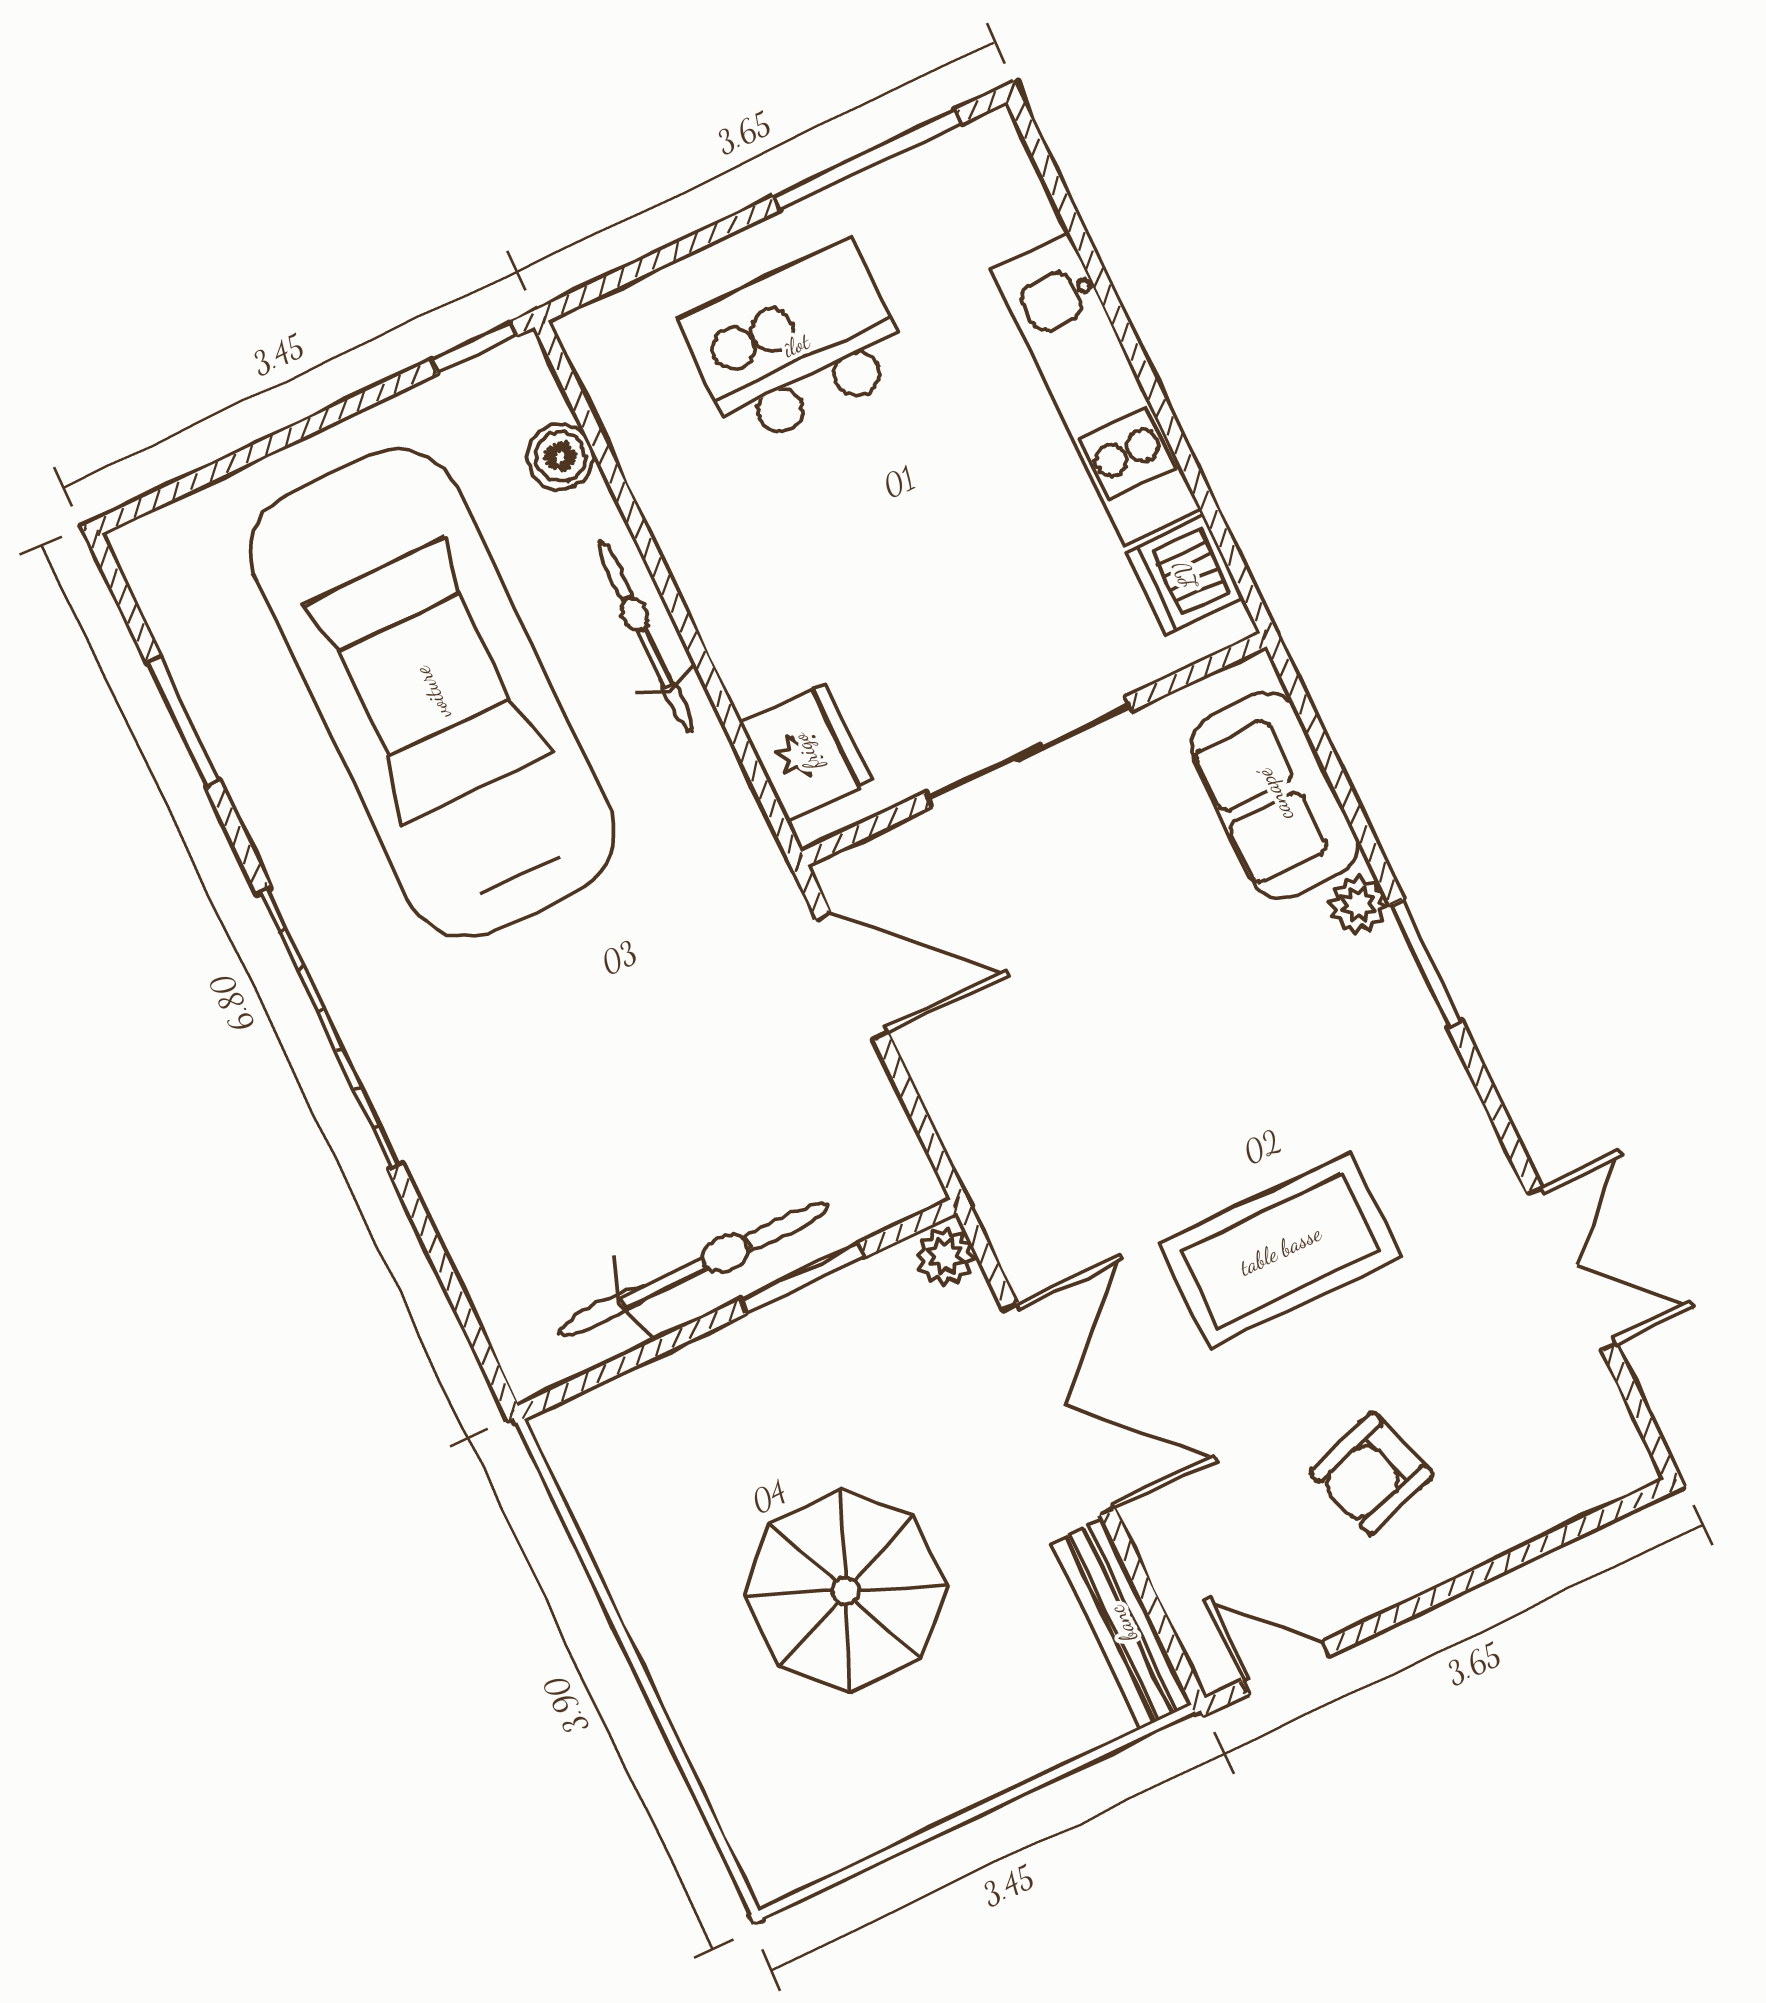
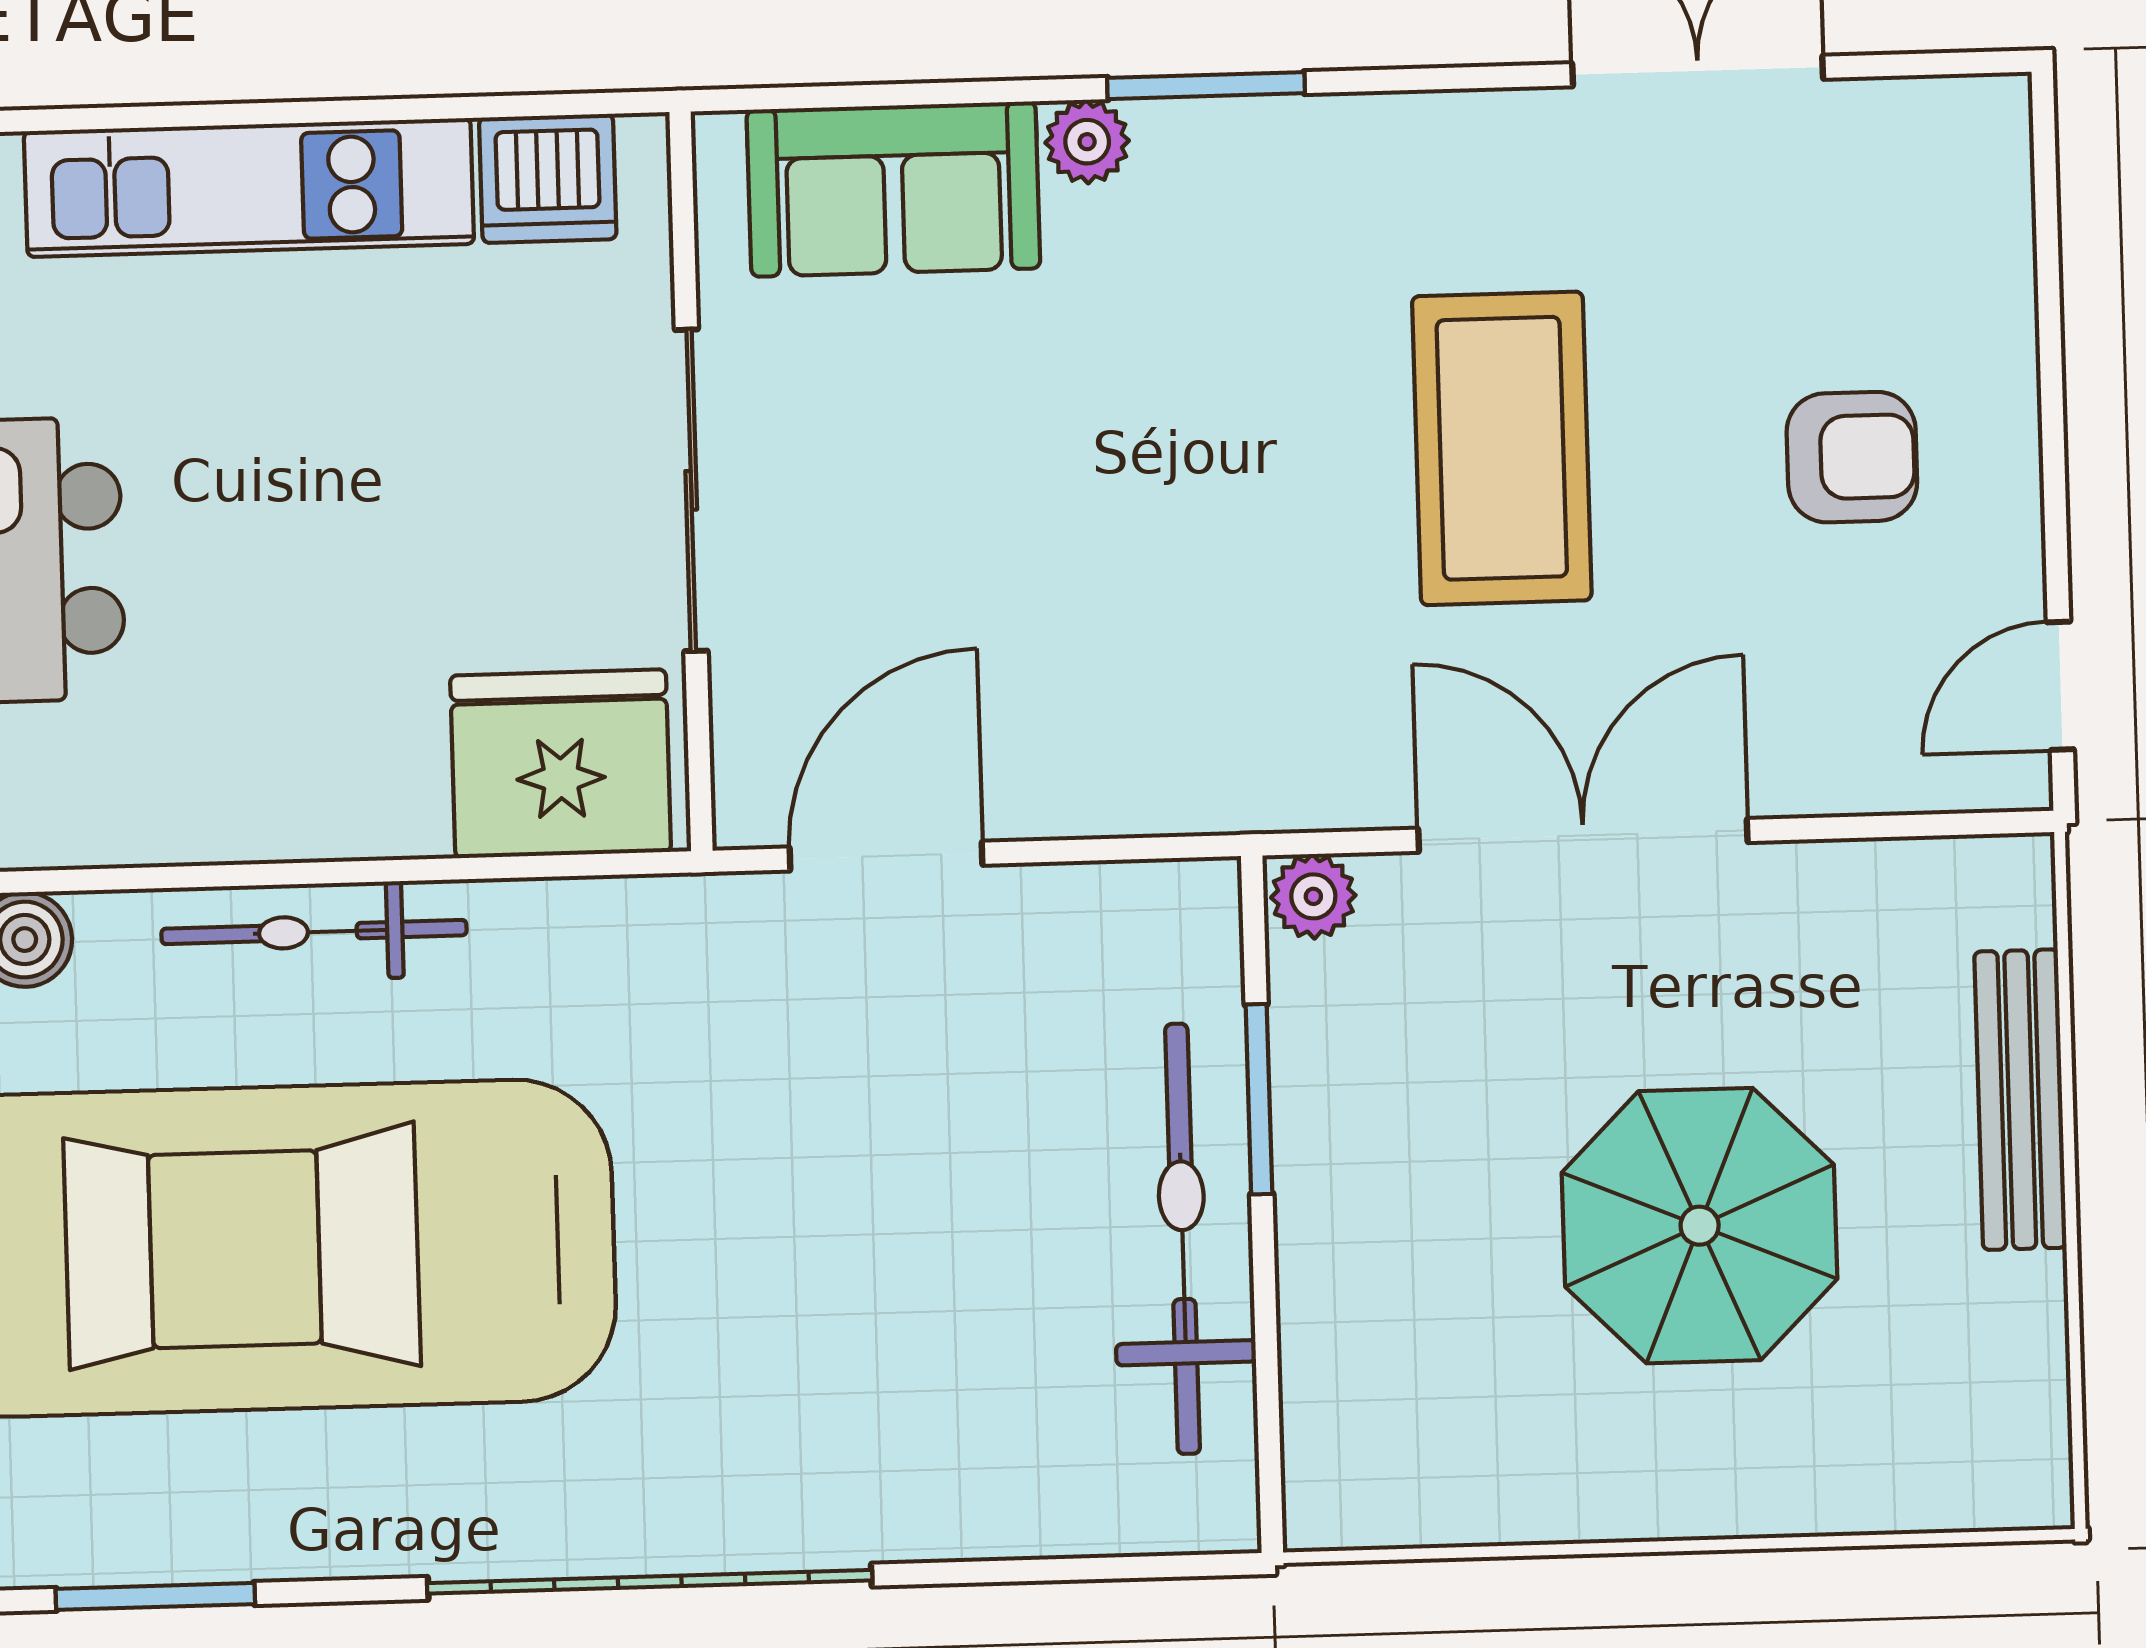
fridge: (806, 752) -> (561, 764), width x1.36, depth x1.34
armchair: (1372, 1473) -> (1852, 457), turned -72
bench: (1122, 1624) -> (2020, 1100), moved, turned 90

